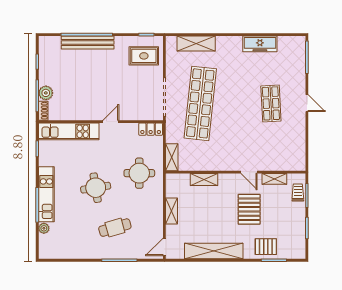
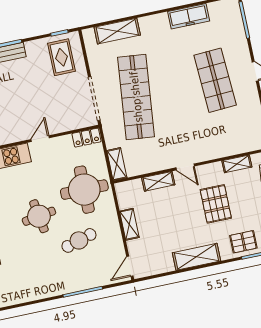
rug: (144, 56) -> (62, 57), turned 90
shop shelf: (271, 103) -> (215, 80), width x1.43, depth x1.36
door: (249, 172) -> (185, 167), moved
round table: (139, 173) -> (84, 190), width x1.36, depth x1.36
cafe table: (115, 228) -> (79, 240), moved
shelving: (214, 251) -> (196, 257), width x0.68

